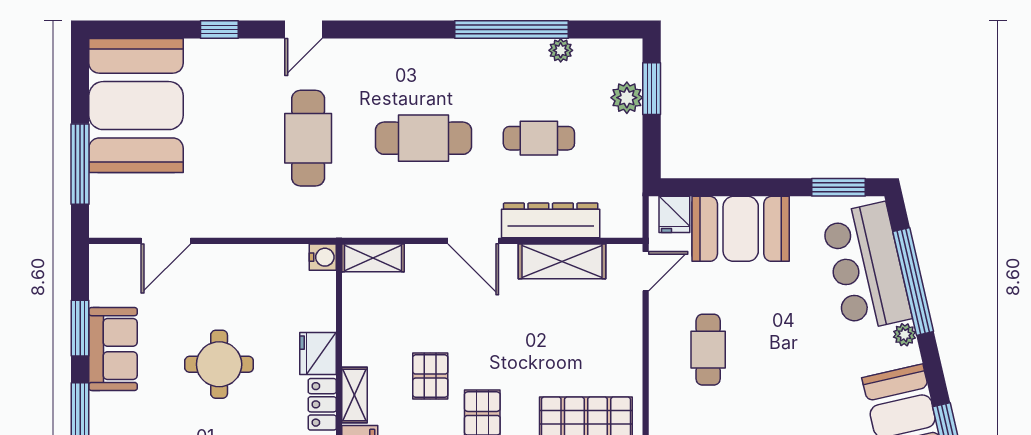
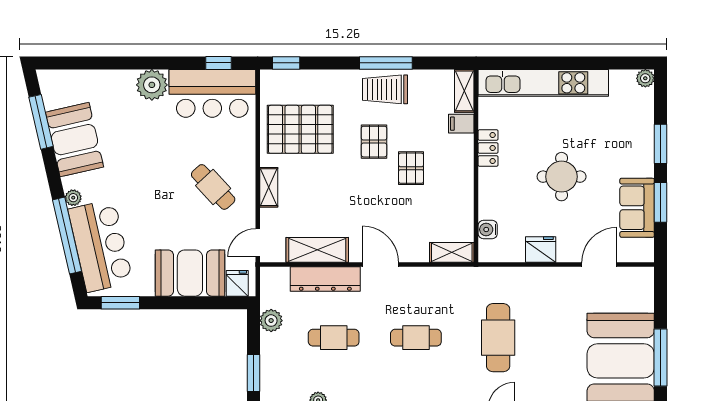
plant: (627, 98) -> (271, 321), moved
cafe table: (424, 138) -> (416, 338), width x0.73, depth x0.74
window: (80, 164) -> (661, 357), moved
water cooler: (323, 257) -> (488, 229), moved
sofa: (113, 349) -> (637, 208), moved
cafe table: (708, 350) -> (213, 187), turned -43
fridge: (318, 354) -> (541, 249), moved, turned -90
shelving: (355, 395) -> (269, 187), moved

